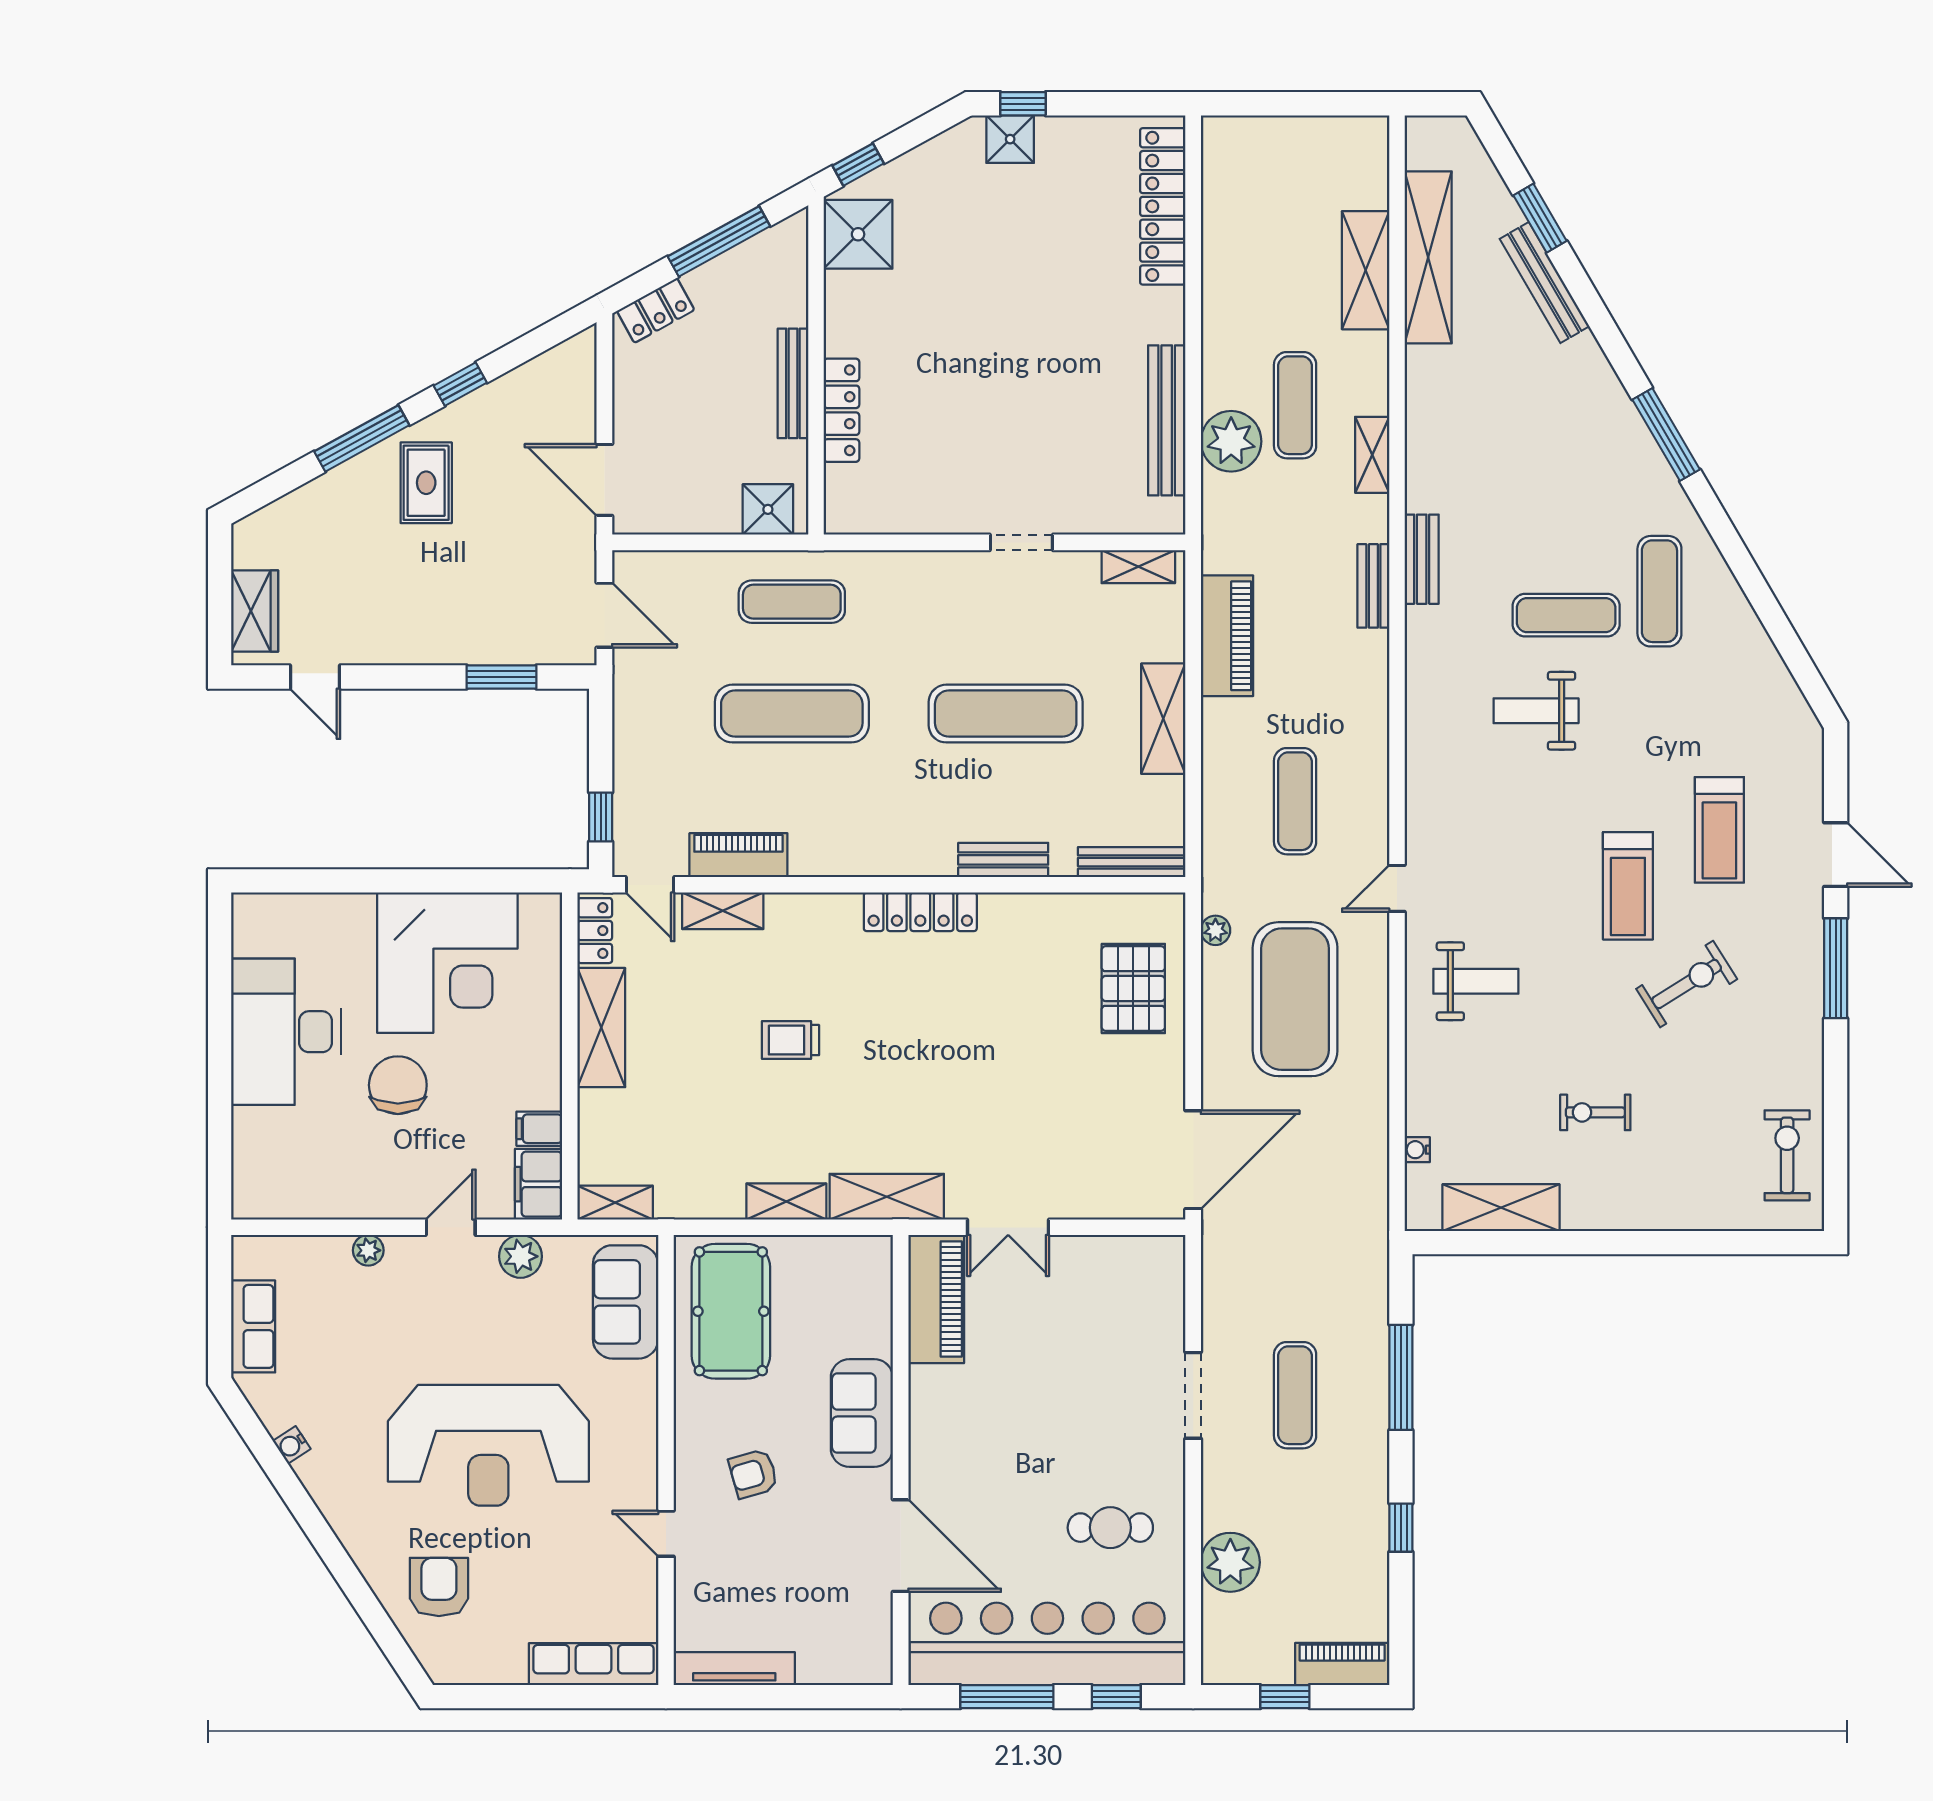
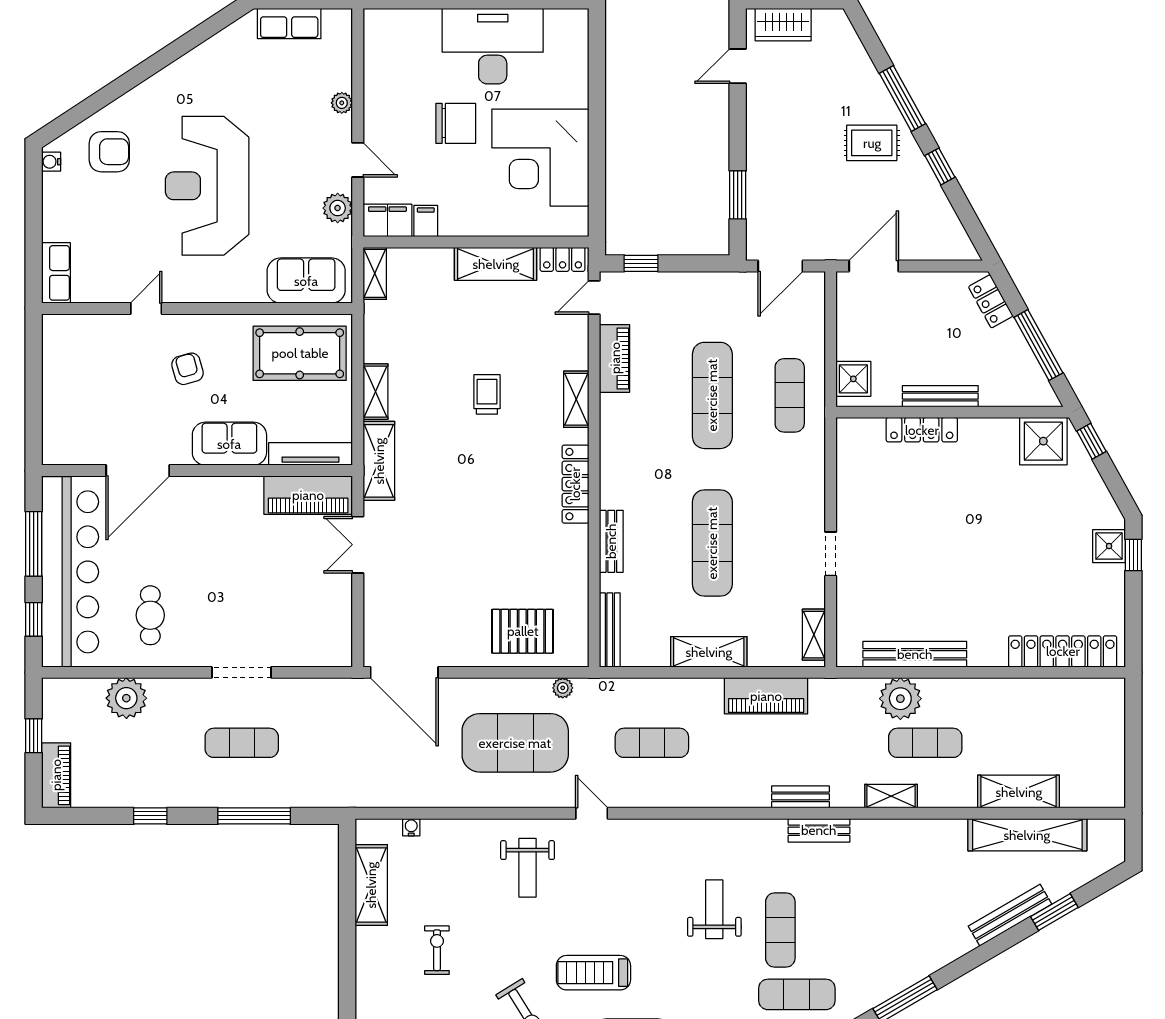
shelving: (723, 911) -> (576, 399), moved
water cooler: (292, 1445) -> (51, 162), moved, turned -57
row of seats: (594, 1664) -> (56, 273), width x0.68
tv unit: (734, 1669) -> (311, 454), moved, turned -90

